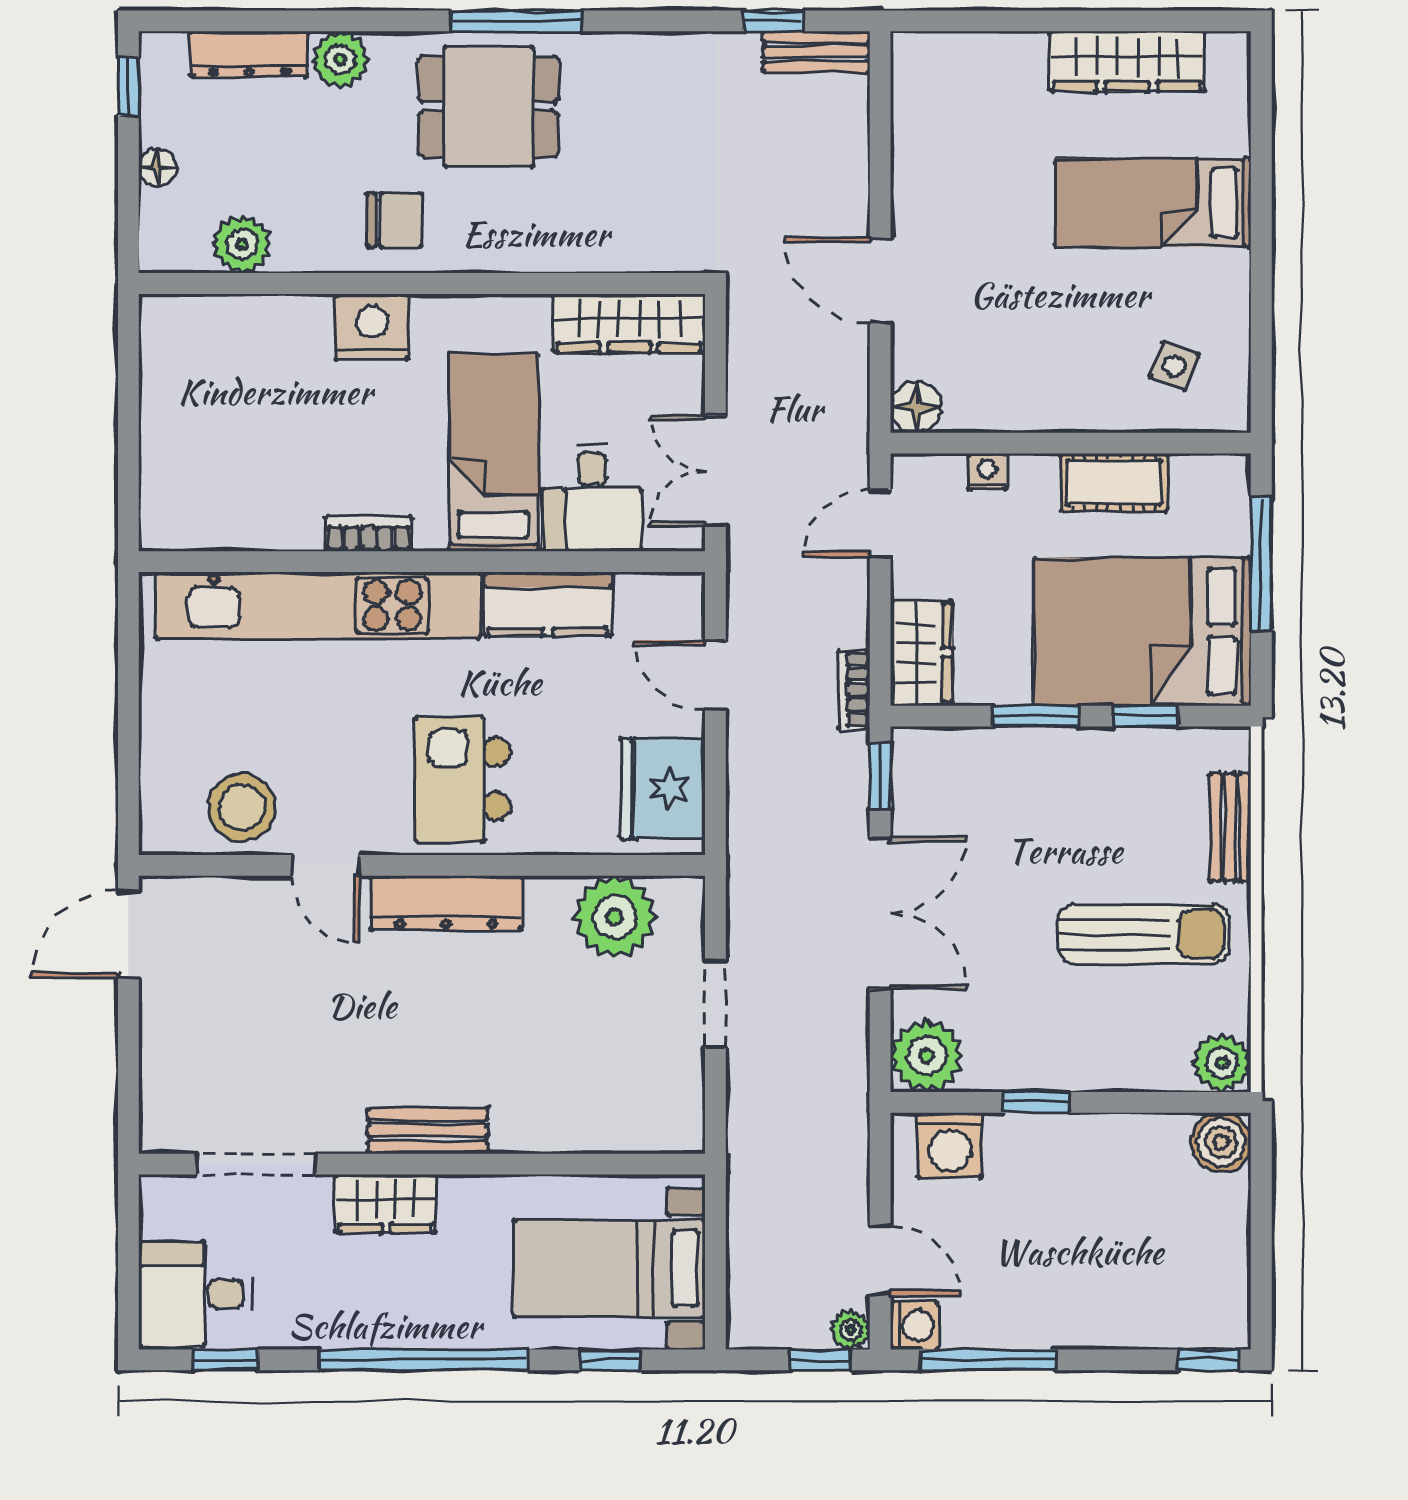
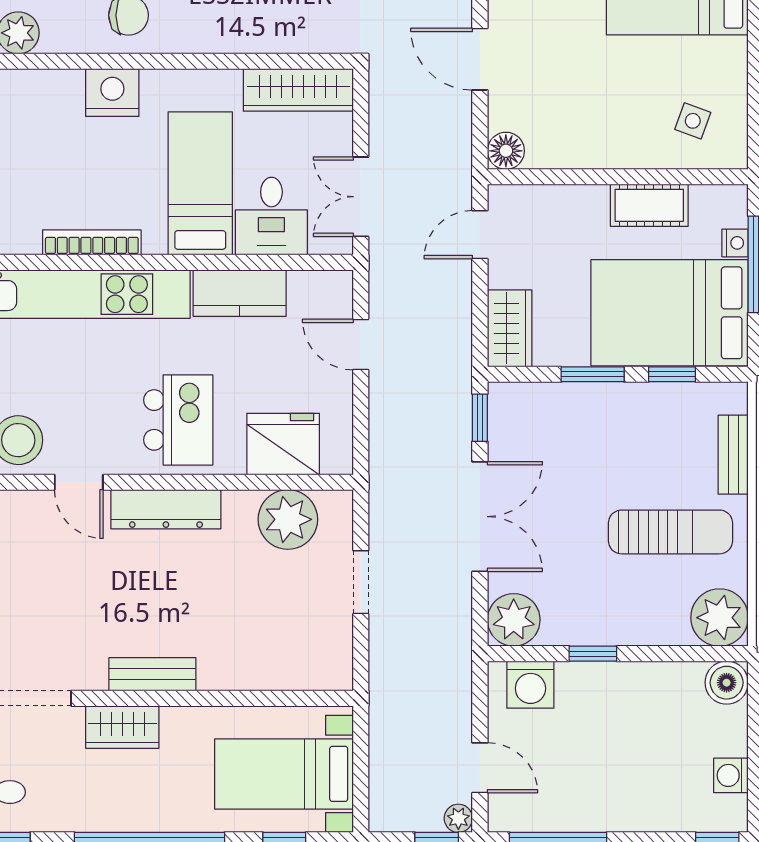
nightstand: (987, 472) -> (735, 243), moved, turned 90
bookcase: (368, 534) -> (92, 242), width x1.56
bookcase: (854, 690) -> (461, 355), removed
kitchen island: (463, 779) -> (178, 420), turned 180
fridge: (663, 789) -> (283, 444), moved, turned 90
plant: (1222, 1063) -> (720, 618), width x1.36, depth x1.36
washing machine: (914, 1326) -> (731, 775), moved, turned 180

